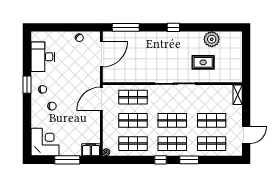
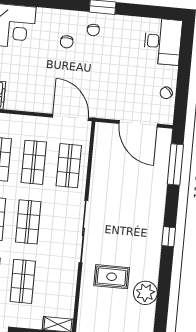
desk: (43, 57) -> (163, 42), moved, turned 90
rug: (203, 62) -> (112, 277), turned 90

